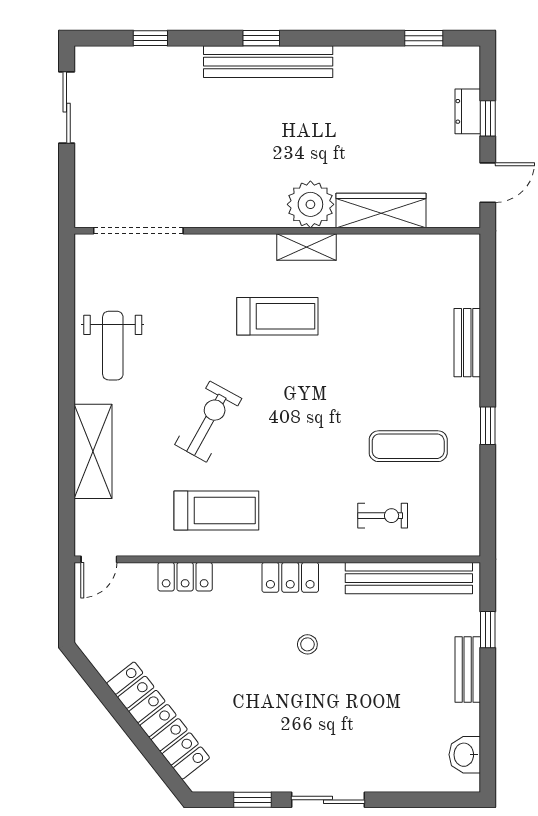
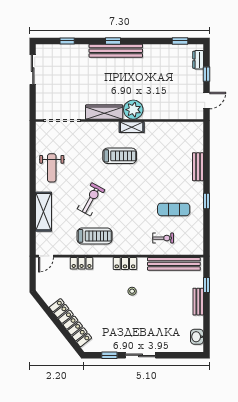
dresser: (468, 111) -> (198, 60), moved
wardrobe: (381, 210) -> (104, 112), moved

